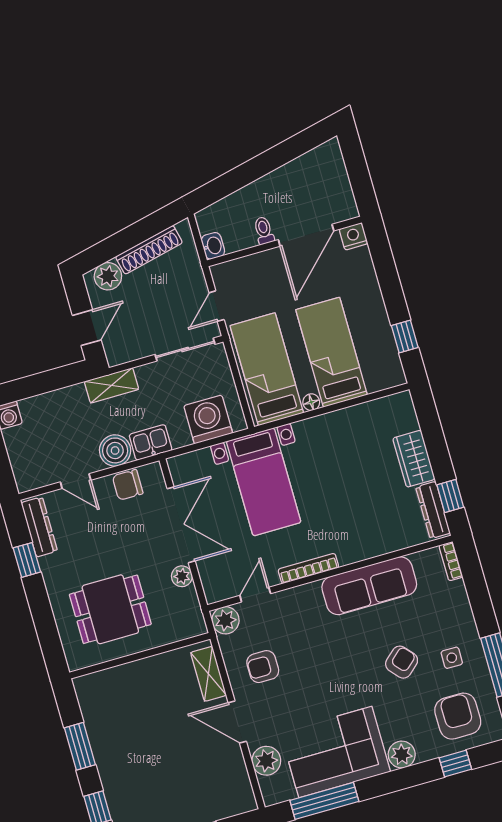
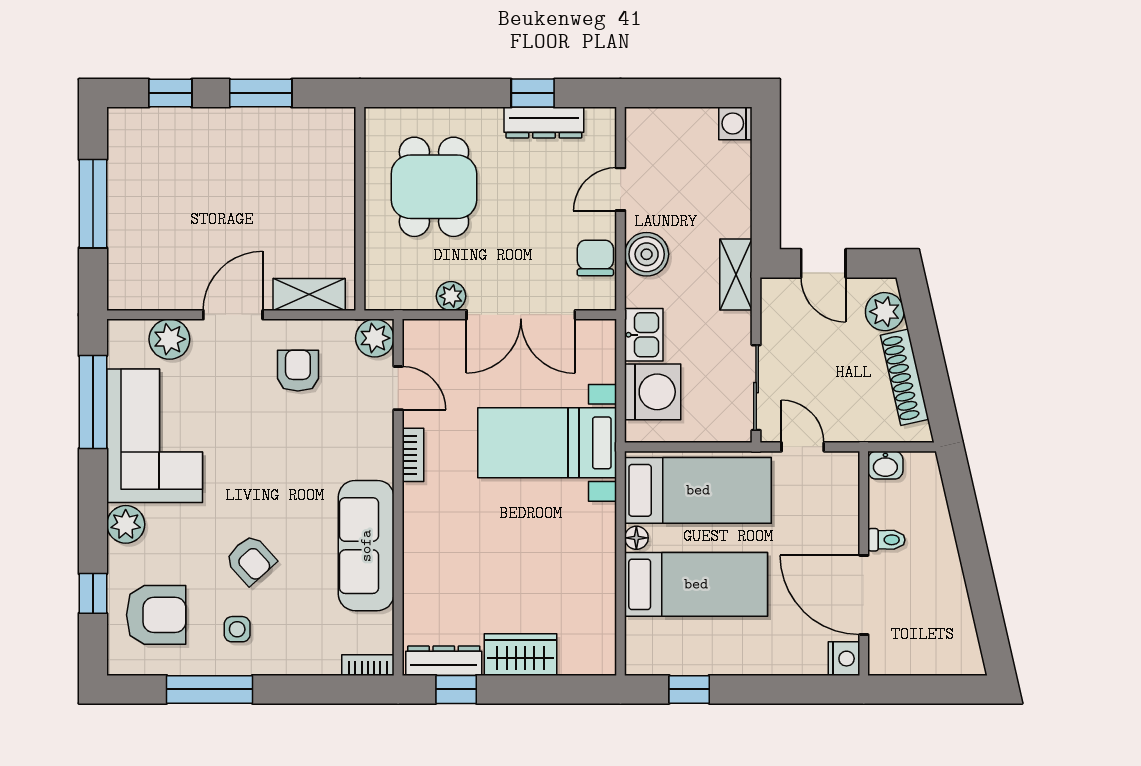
kitchen sink: (151, 442) -> (644, 335), moved
dresser: (39, 527) -> (544, 123), moved
bookcase: (308, 568) -> (413, 455), width x0.64

